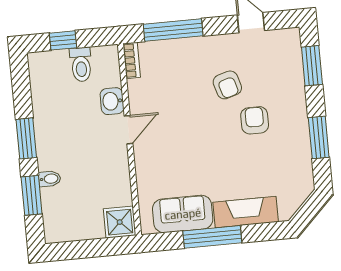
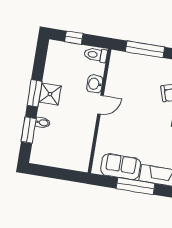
bookcase: (132, 60) -> (114, 62), removed
toilet: (81, 64) -> (96, 55), moved, turned 90
shower: (120, 222) -> (50, 94), moved

